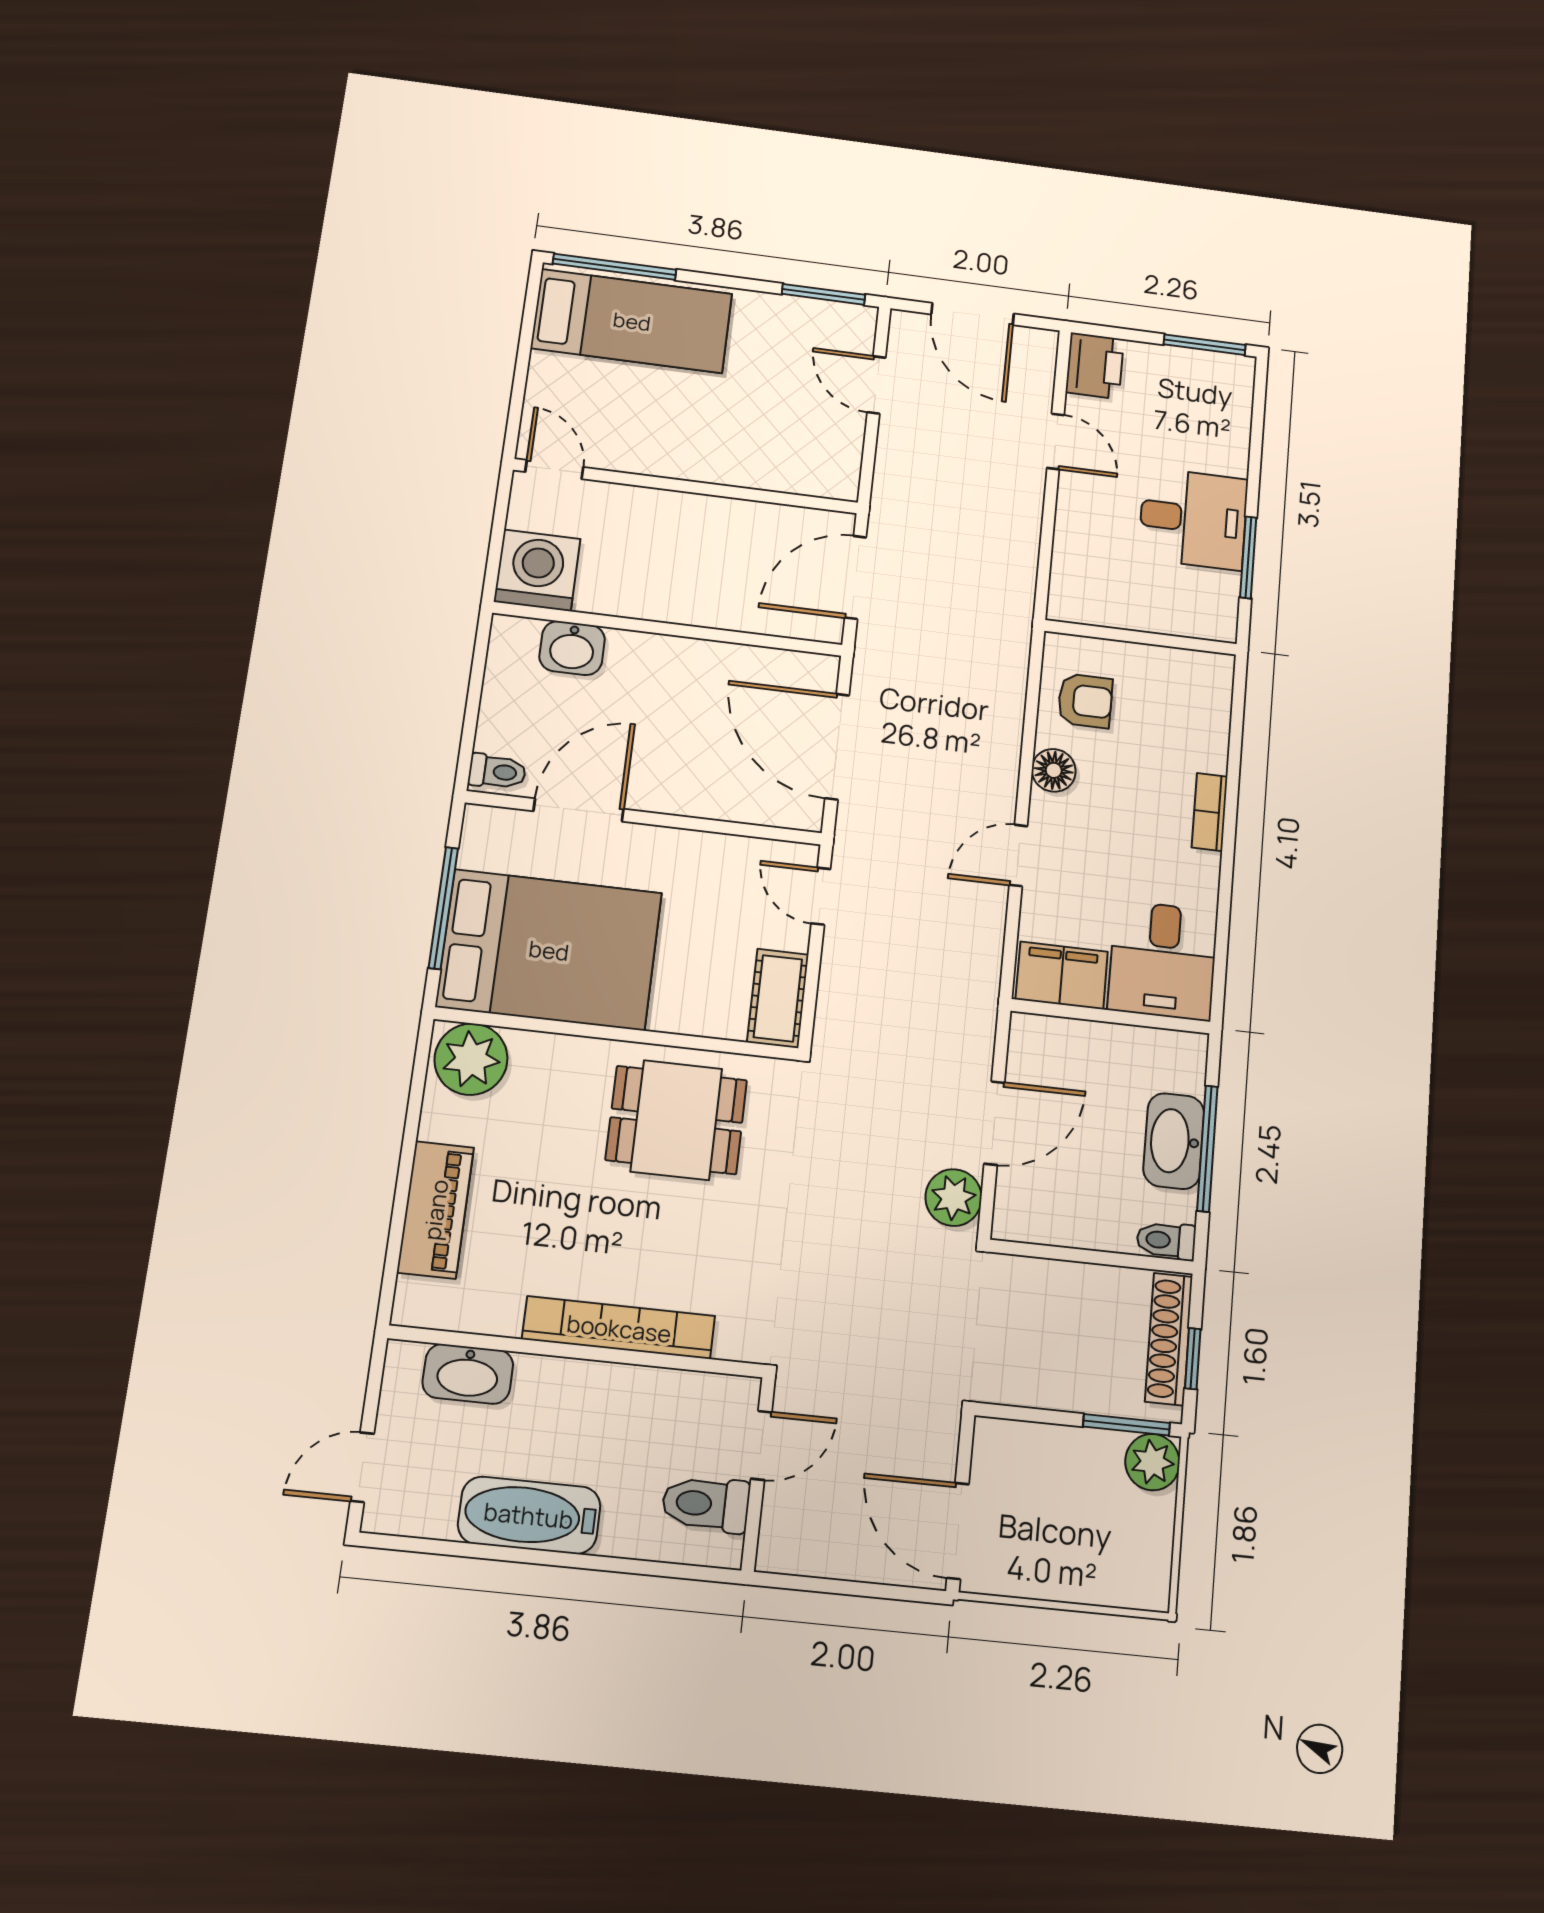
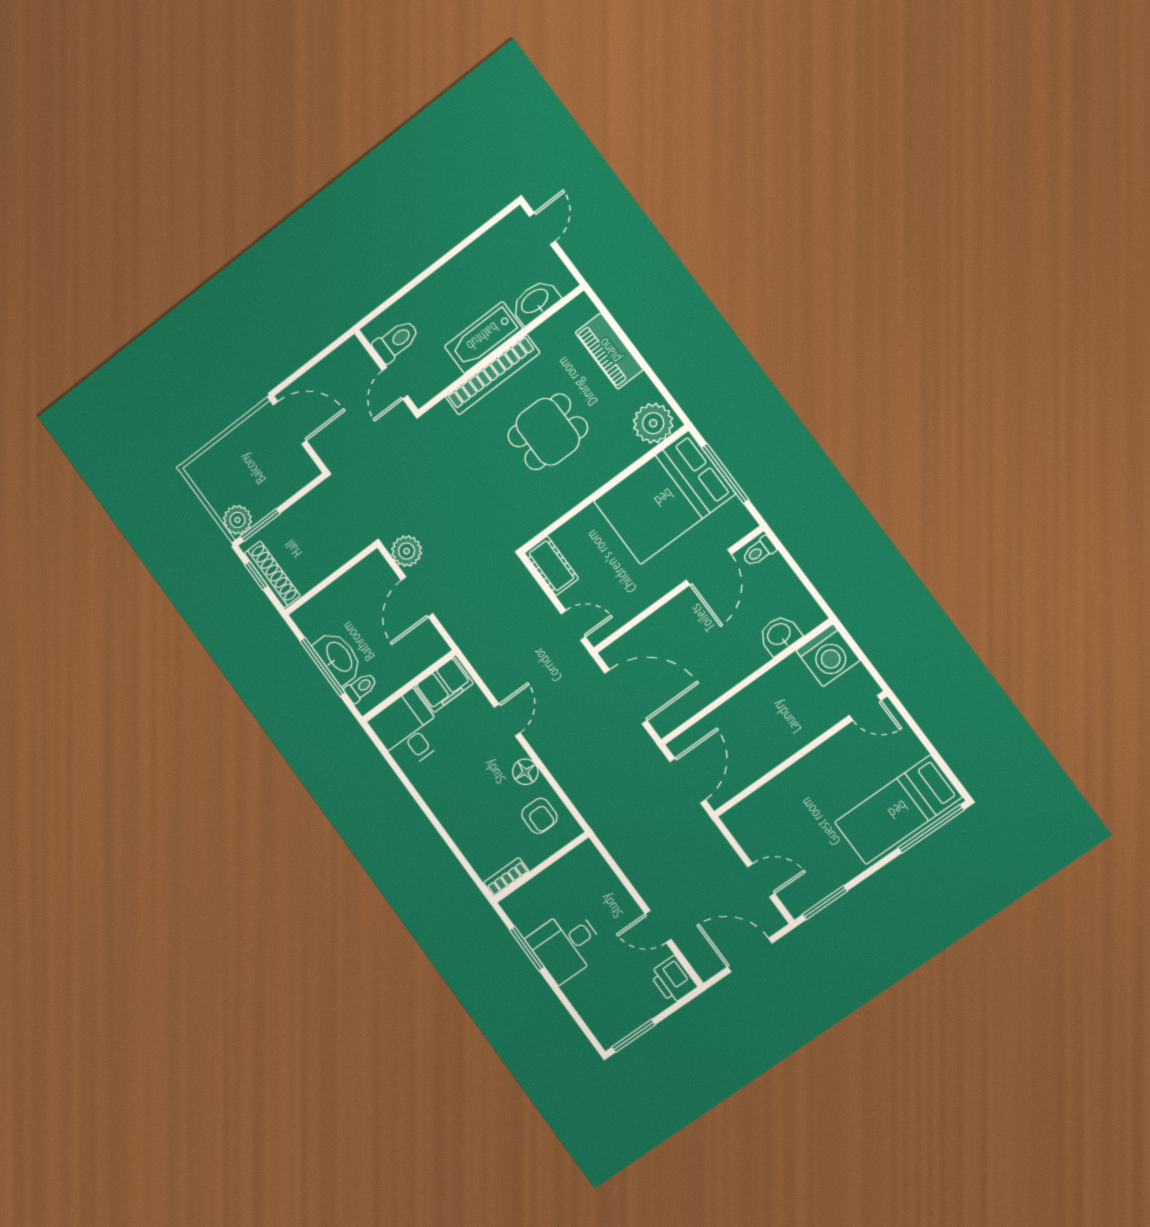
armchair: (1085, 701) -> (539, 816), turned -90
bookcase: (1210, 812) -> (506, 877), moved, turned -90
dining table: (676, 1120) -> (548, 432), moved
toilet: (1166, 1240) -> (361, 688), moved
bathtub: (529, 1515) -> (483, 337), moved, turned 180

